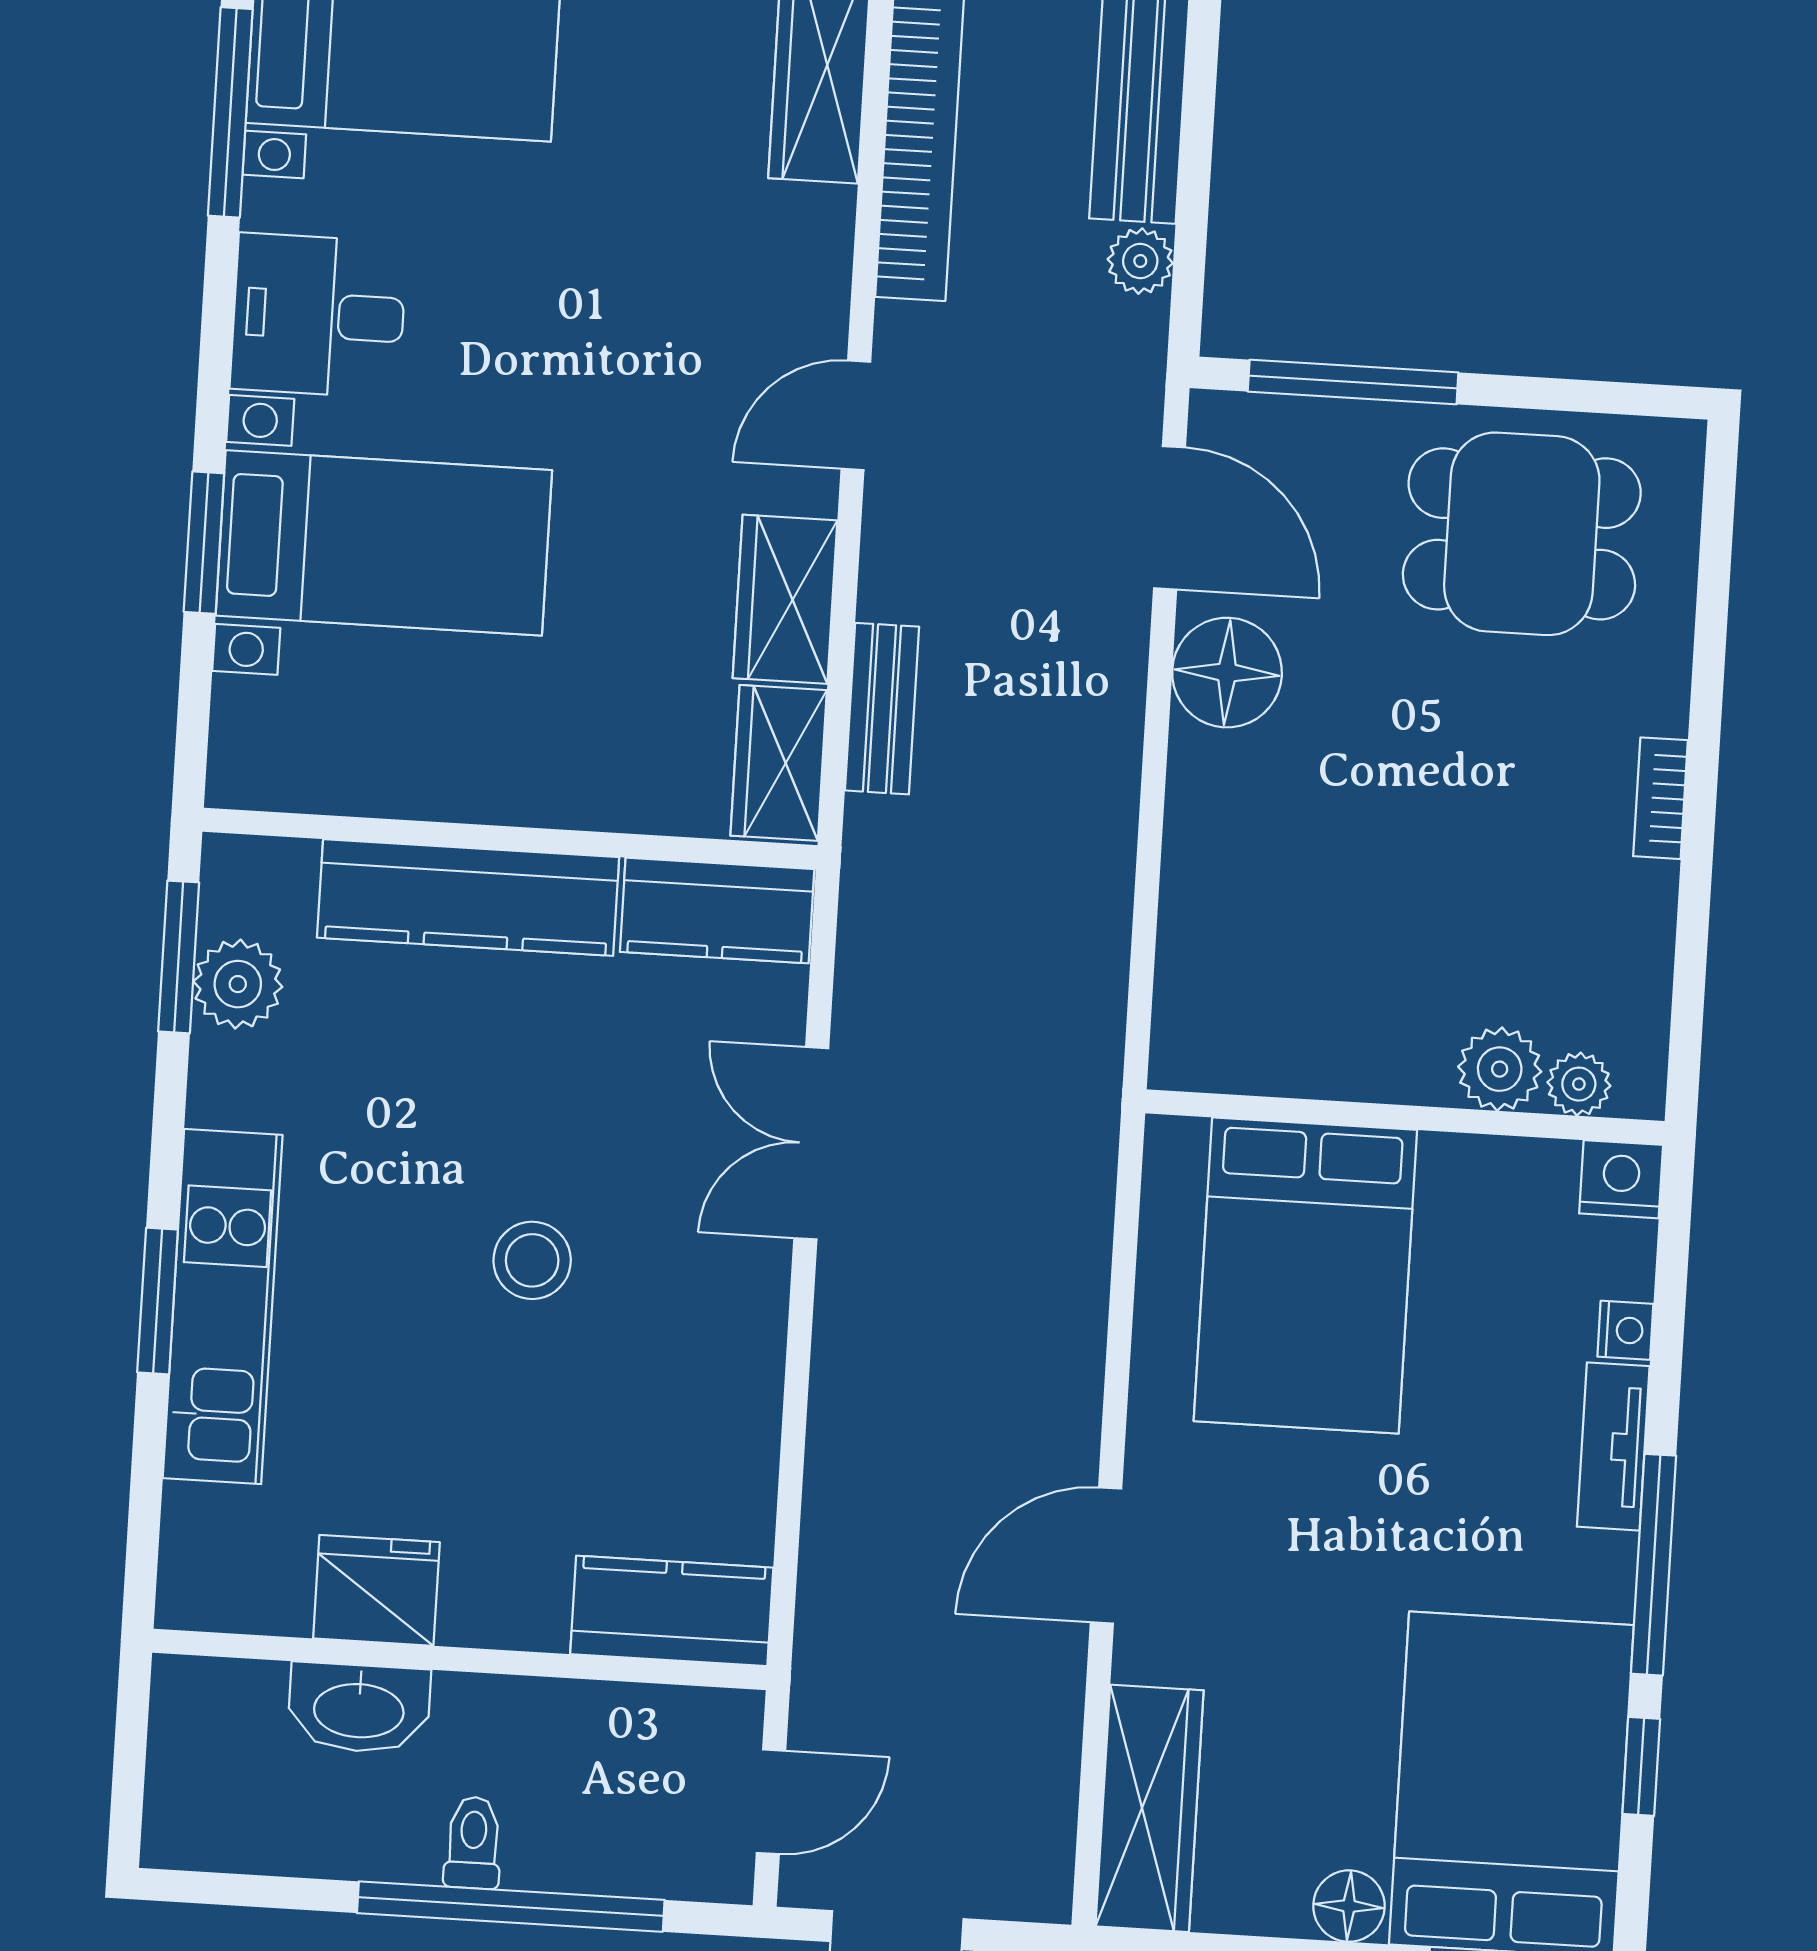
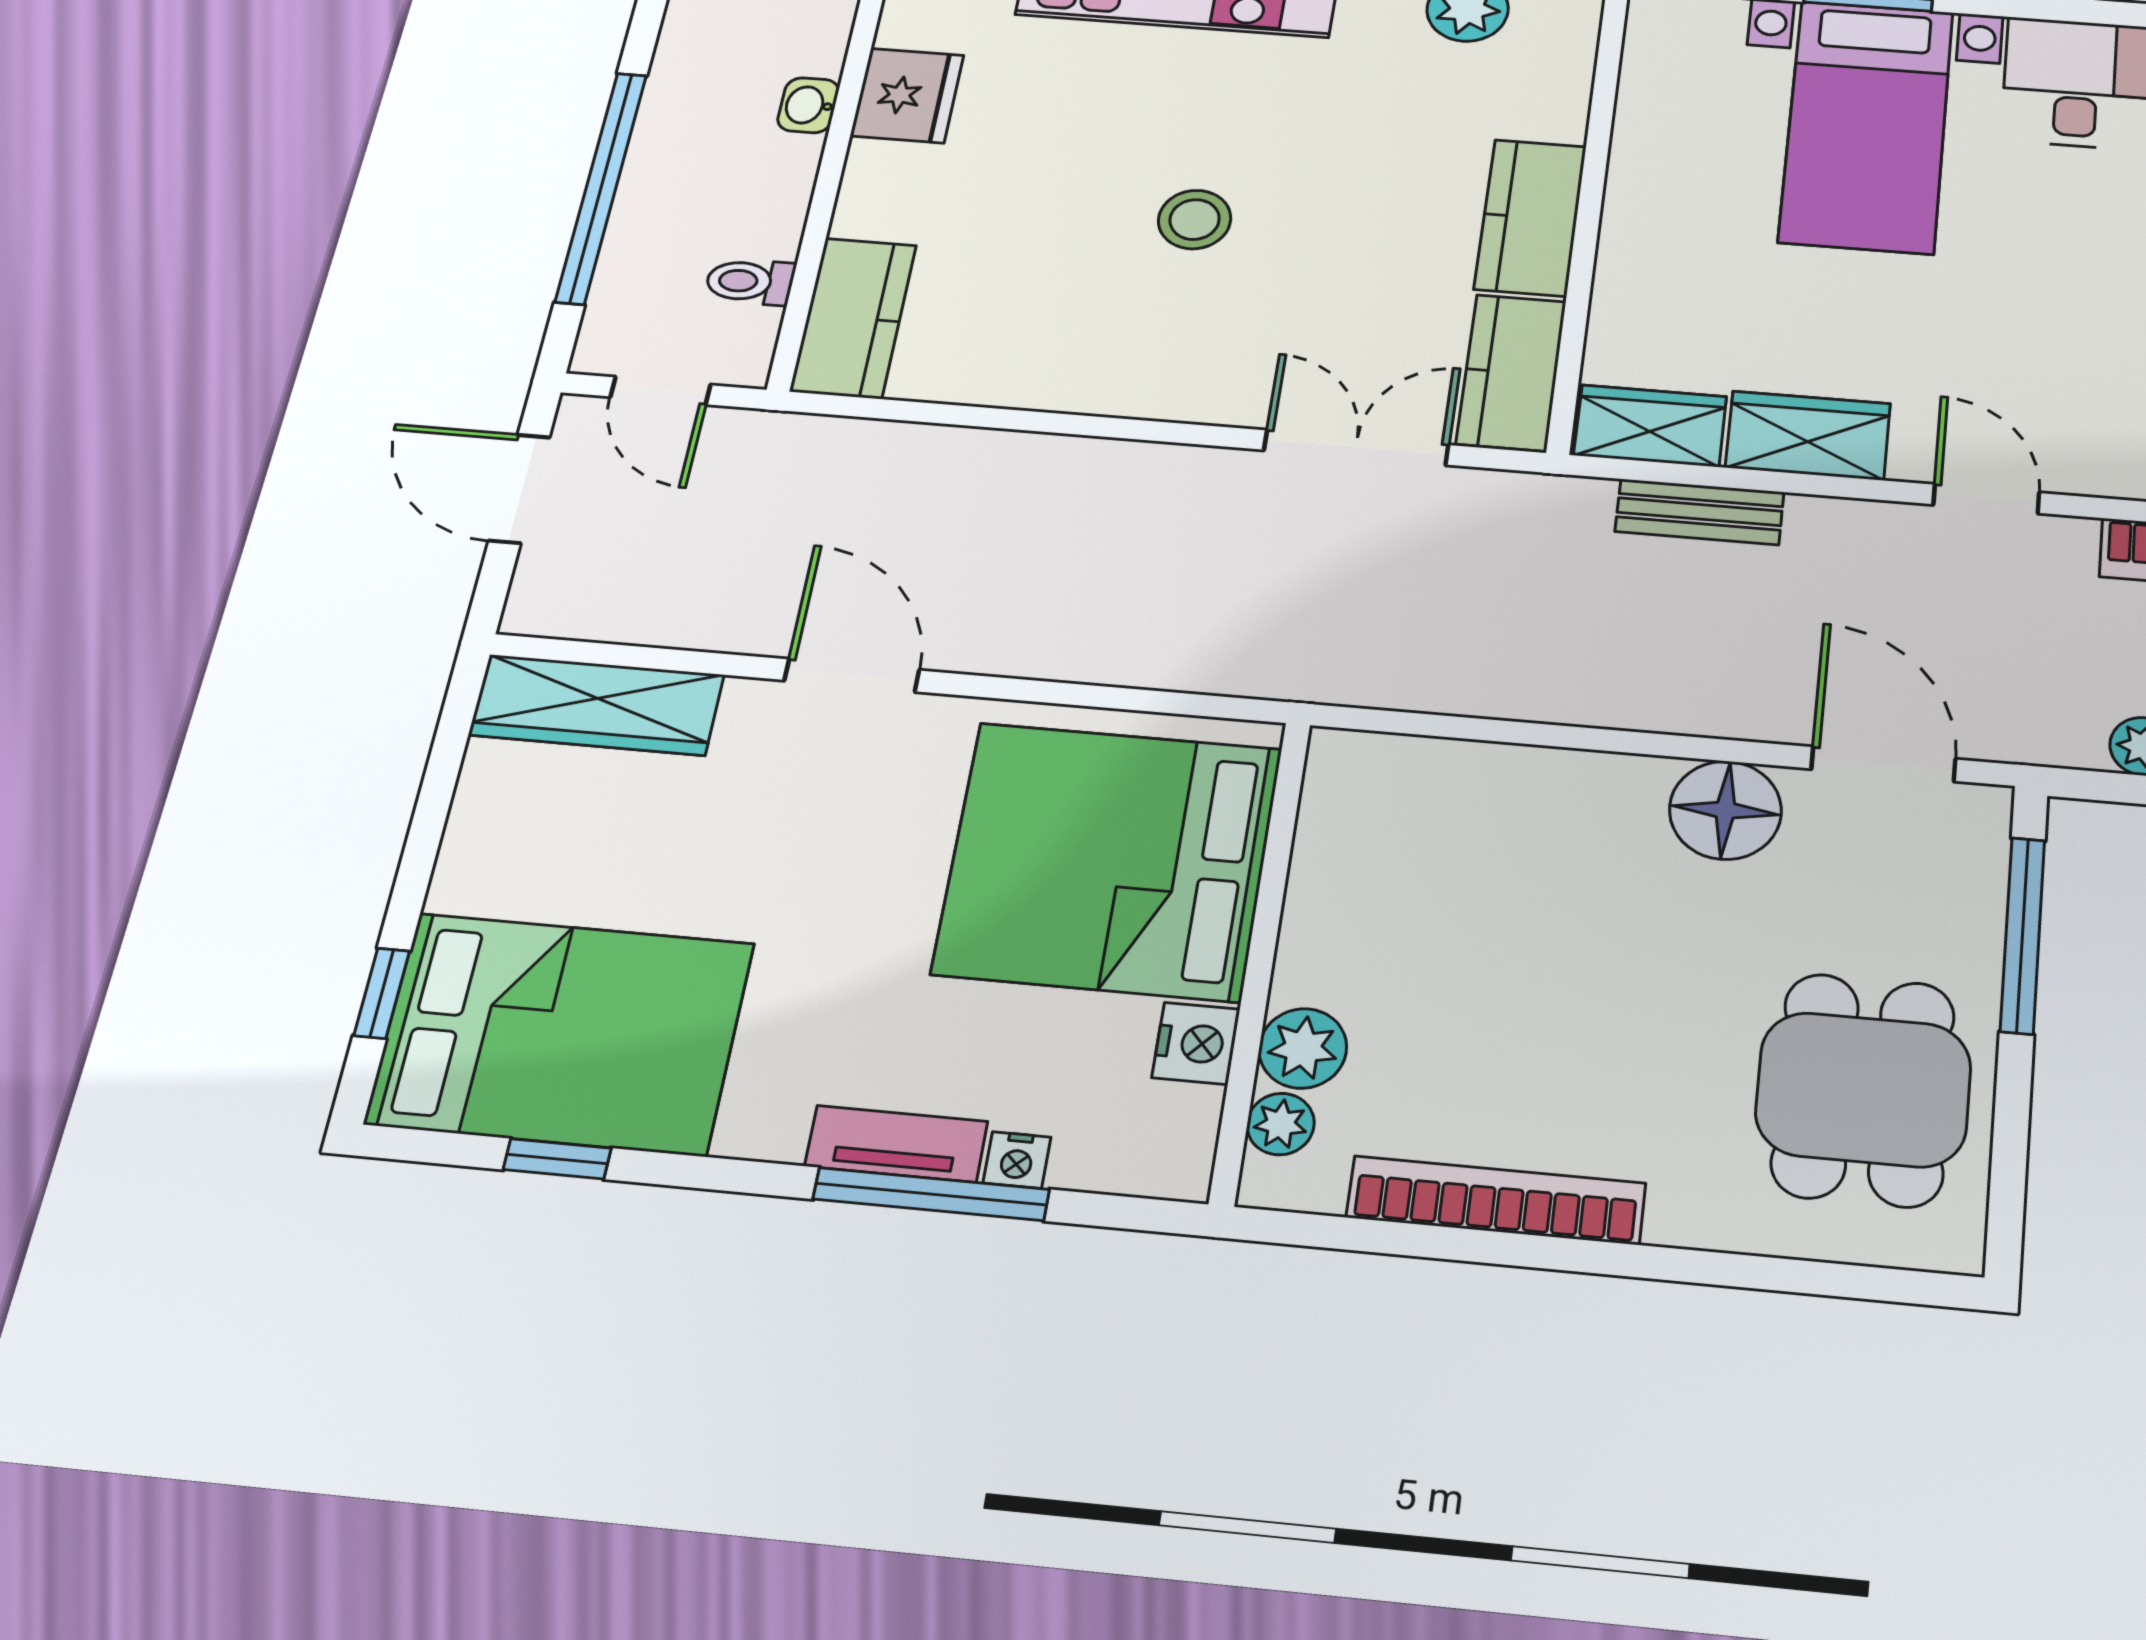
door: (1170, 518) -> (1883, 764), swing flipped
bookcase: (1661, 798) -> (1496, 1200), width x2.31, depth x1.31
kitchen counter: (468, 897) -> (1531, 217), width x0.67
double door: (811, 1143) -> (1356, 447), moved
nightstand: (1621, 1179) -> (1196, 1043), moved
bed: (1305, 1276) -> (1108, 861), width x1.36
window: (1654, 1565) -> (931, 1194), moved
washbasin: (359, 1708) -> (808, 105), width x0.52, depth x0.69
toilet: (473, 1843) -> (750, 282), moved, turned 180
floor lamp: (1349, 1906) -> (466, 879), removed

